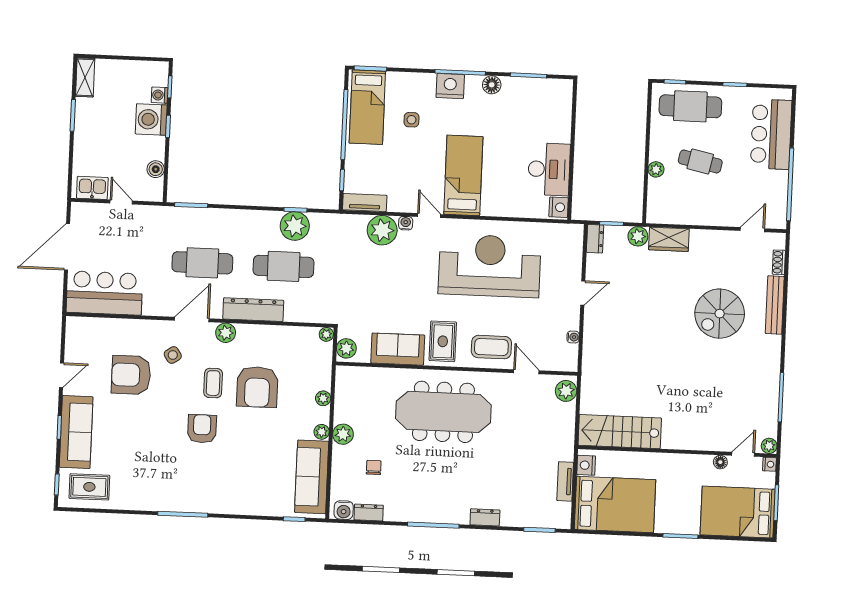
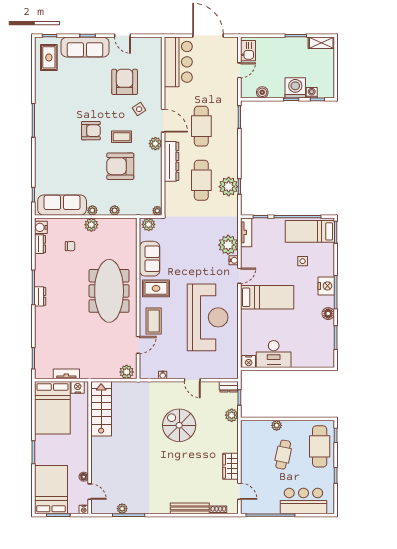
wardrobe: (669, 239) -> (230, 466), moved
spiral stairs: (720, 314) -> (179, 425), moved
plant: (769, 446) -> (122, 509), moved
dresser: (485, 517) -> (40, 296), moved

